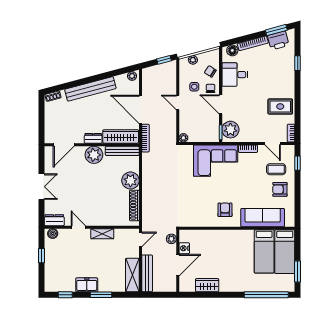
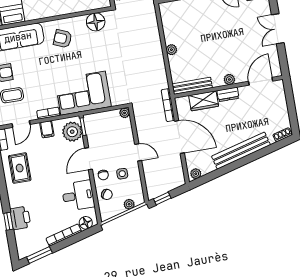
printer: (278, 40) -> (20, 218), moved, turned 105
door: (221, 104) -> (89, 159), swing flipped
rug: (280, 106) -> (20, 168), turned 90
filing cabinet: (251, 135) -> (47, 129), added
wardrobe: (121, 136) -> (204, 101), width x0.67
door: (273, 144) -> (21, 124), swing flipped
plant: (94, 155) -> (229, 79), width x0.53, depth x0.53
plant: (130, 181) -> (171, 50), width x0.53, depth x0.53
shoe rack: (134, 205) -> (167, 26), removed
armchair: (225, 210) -> (63, 39), turned 113
floor lamp: (195, 219) -> (96, 22), added

